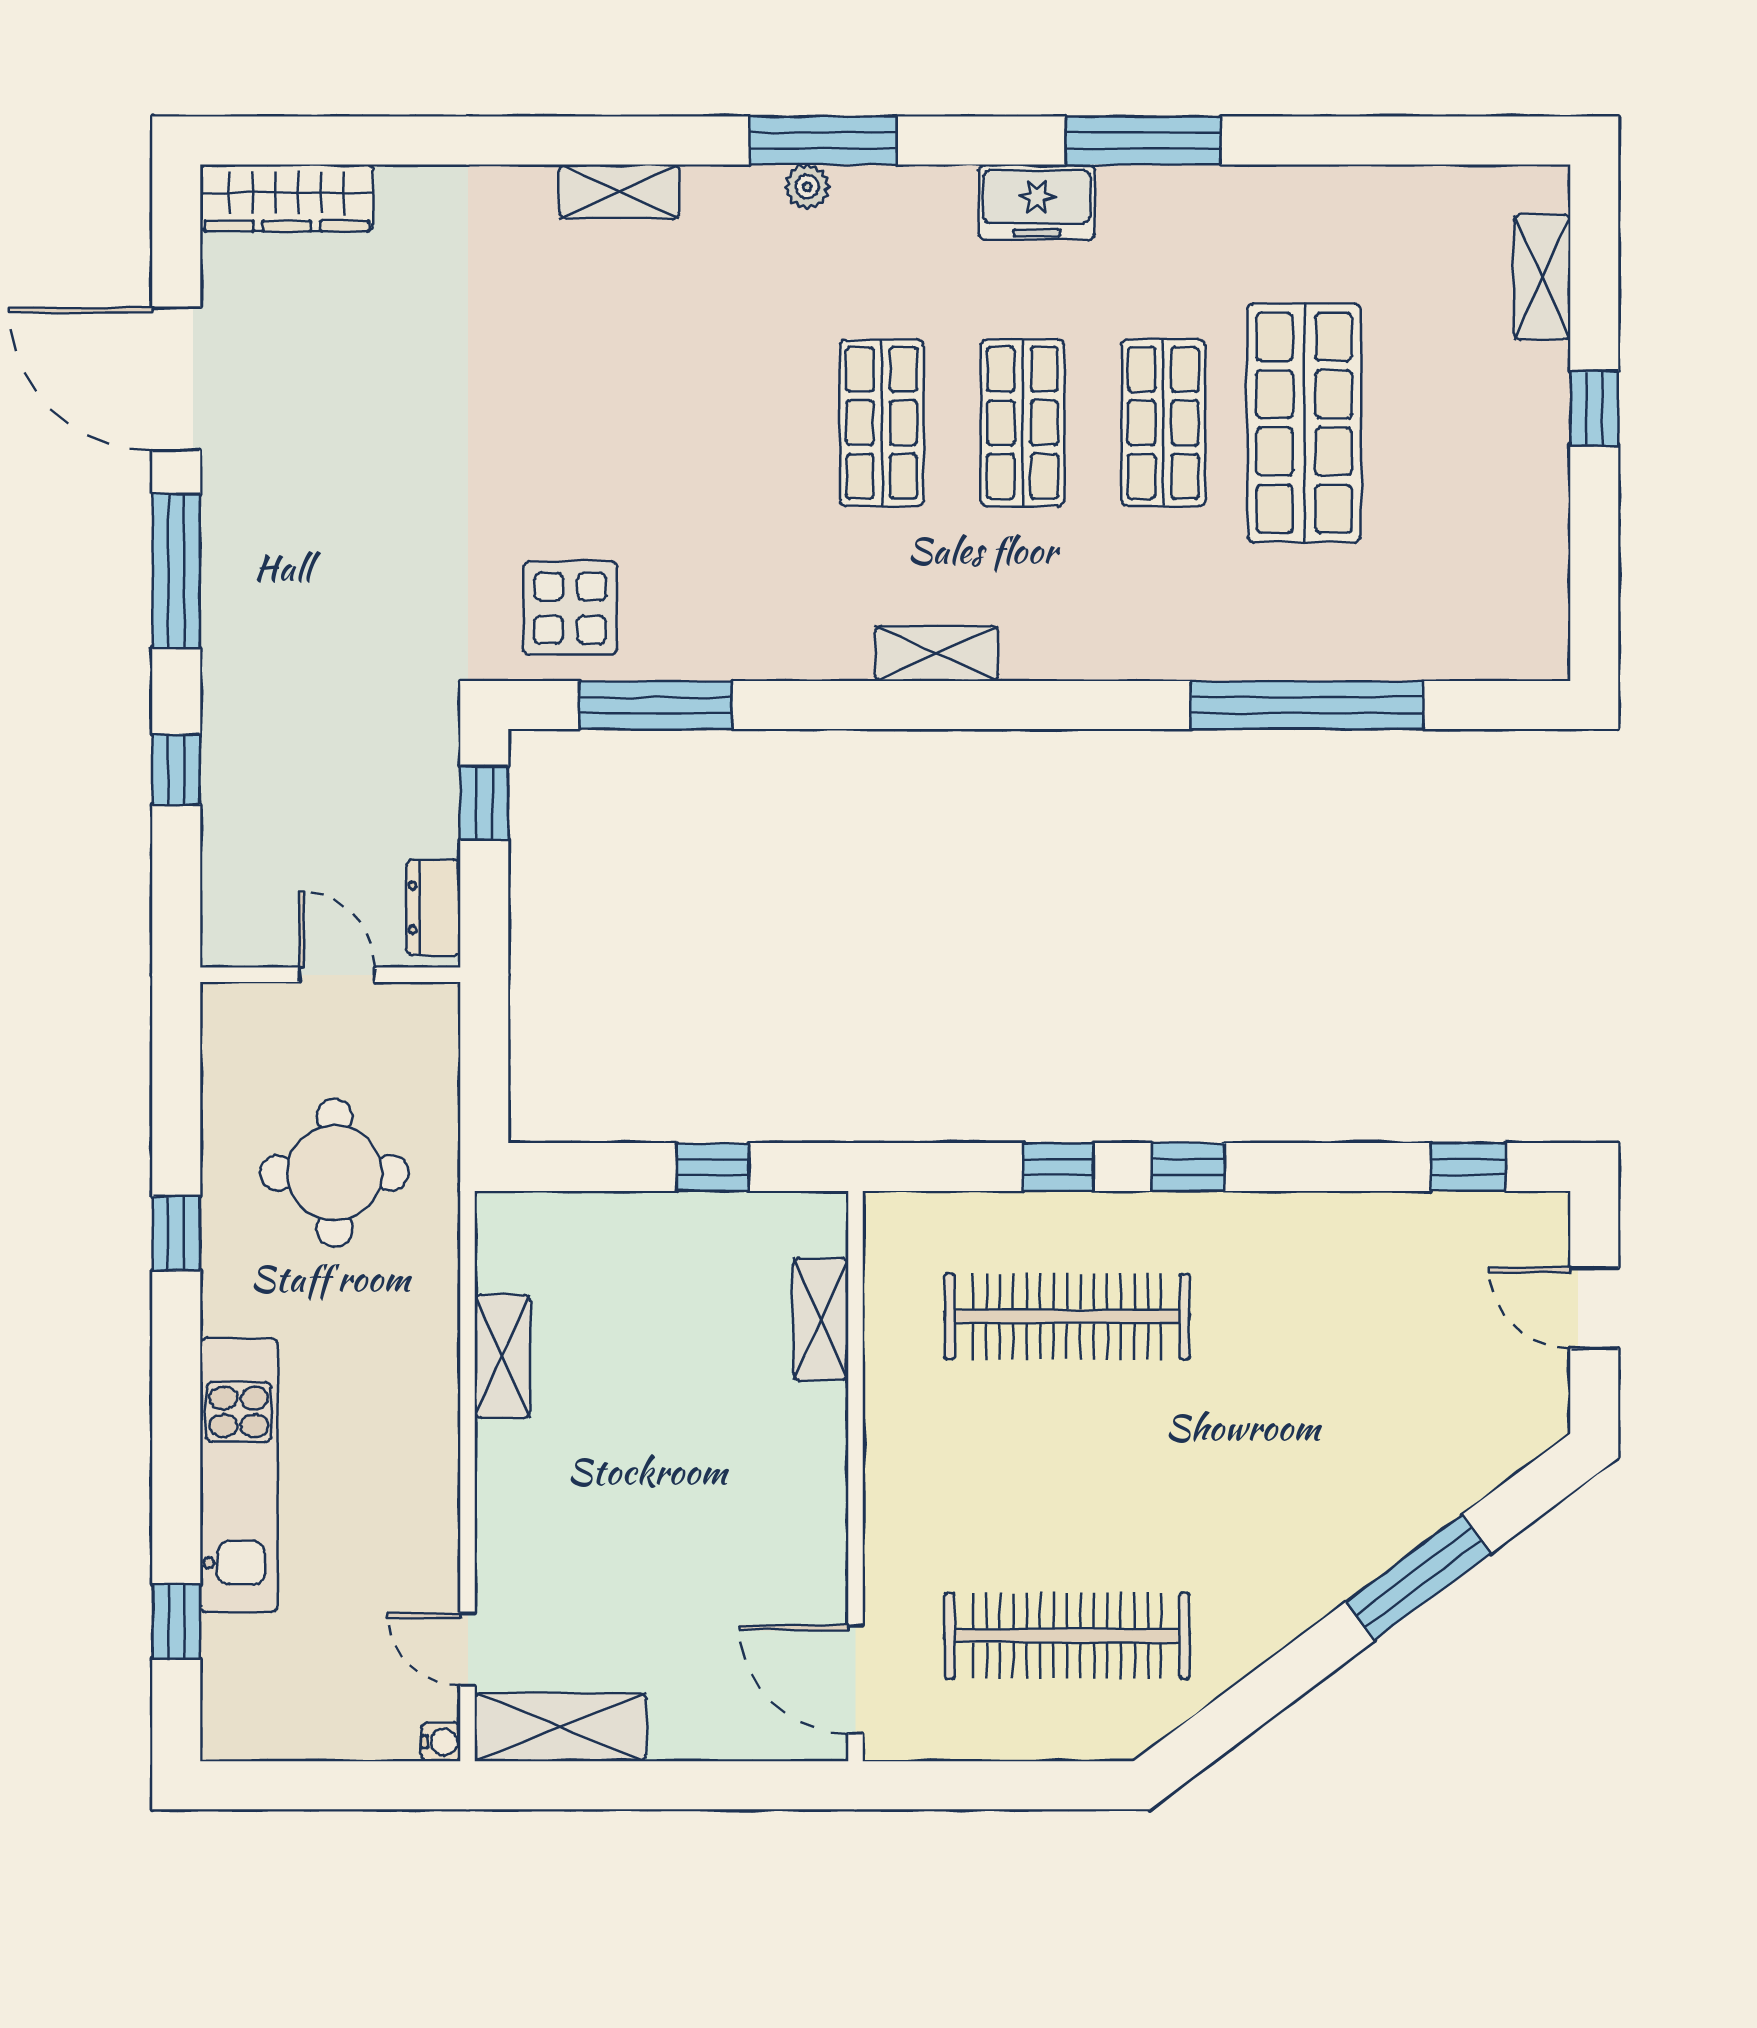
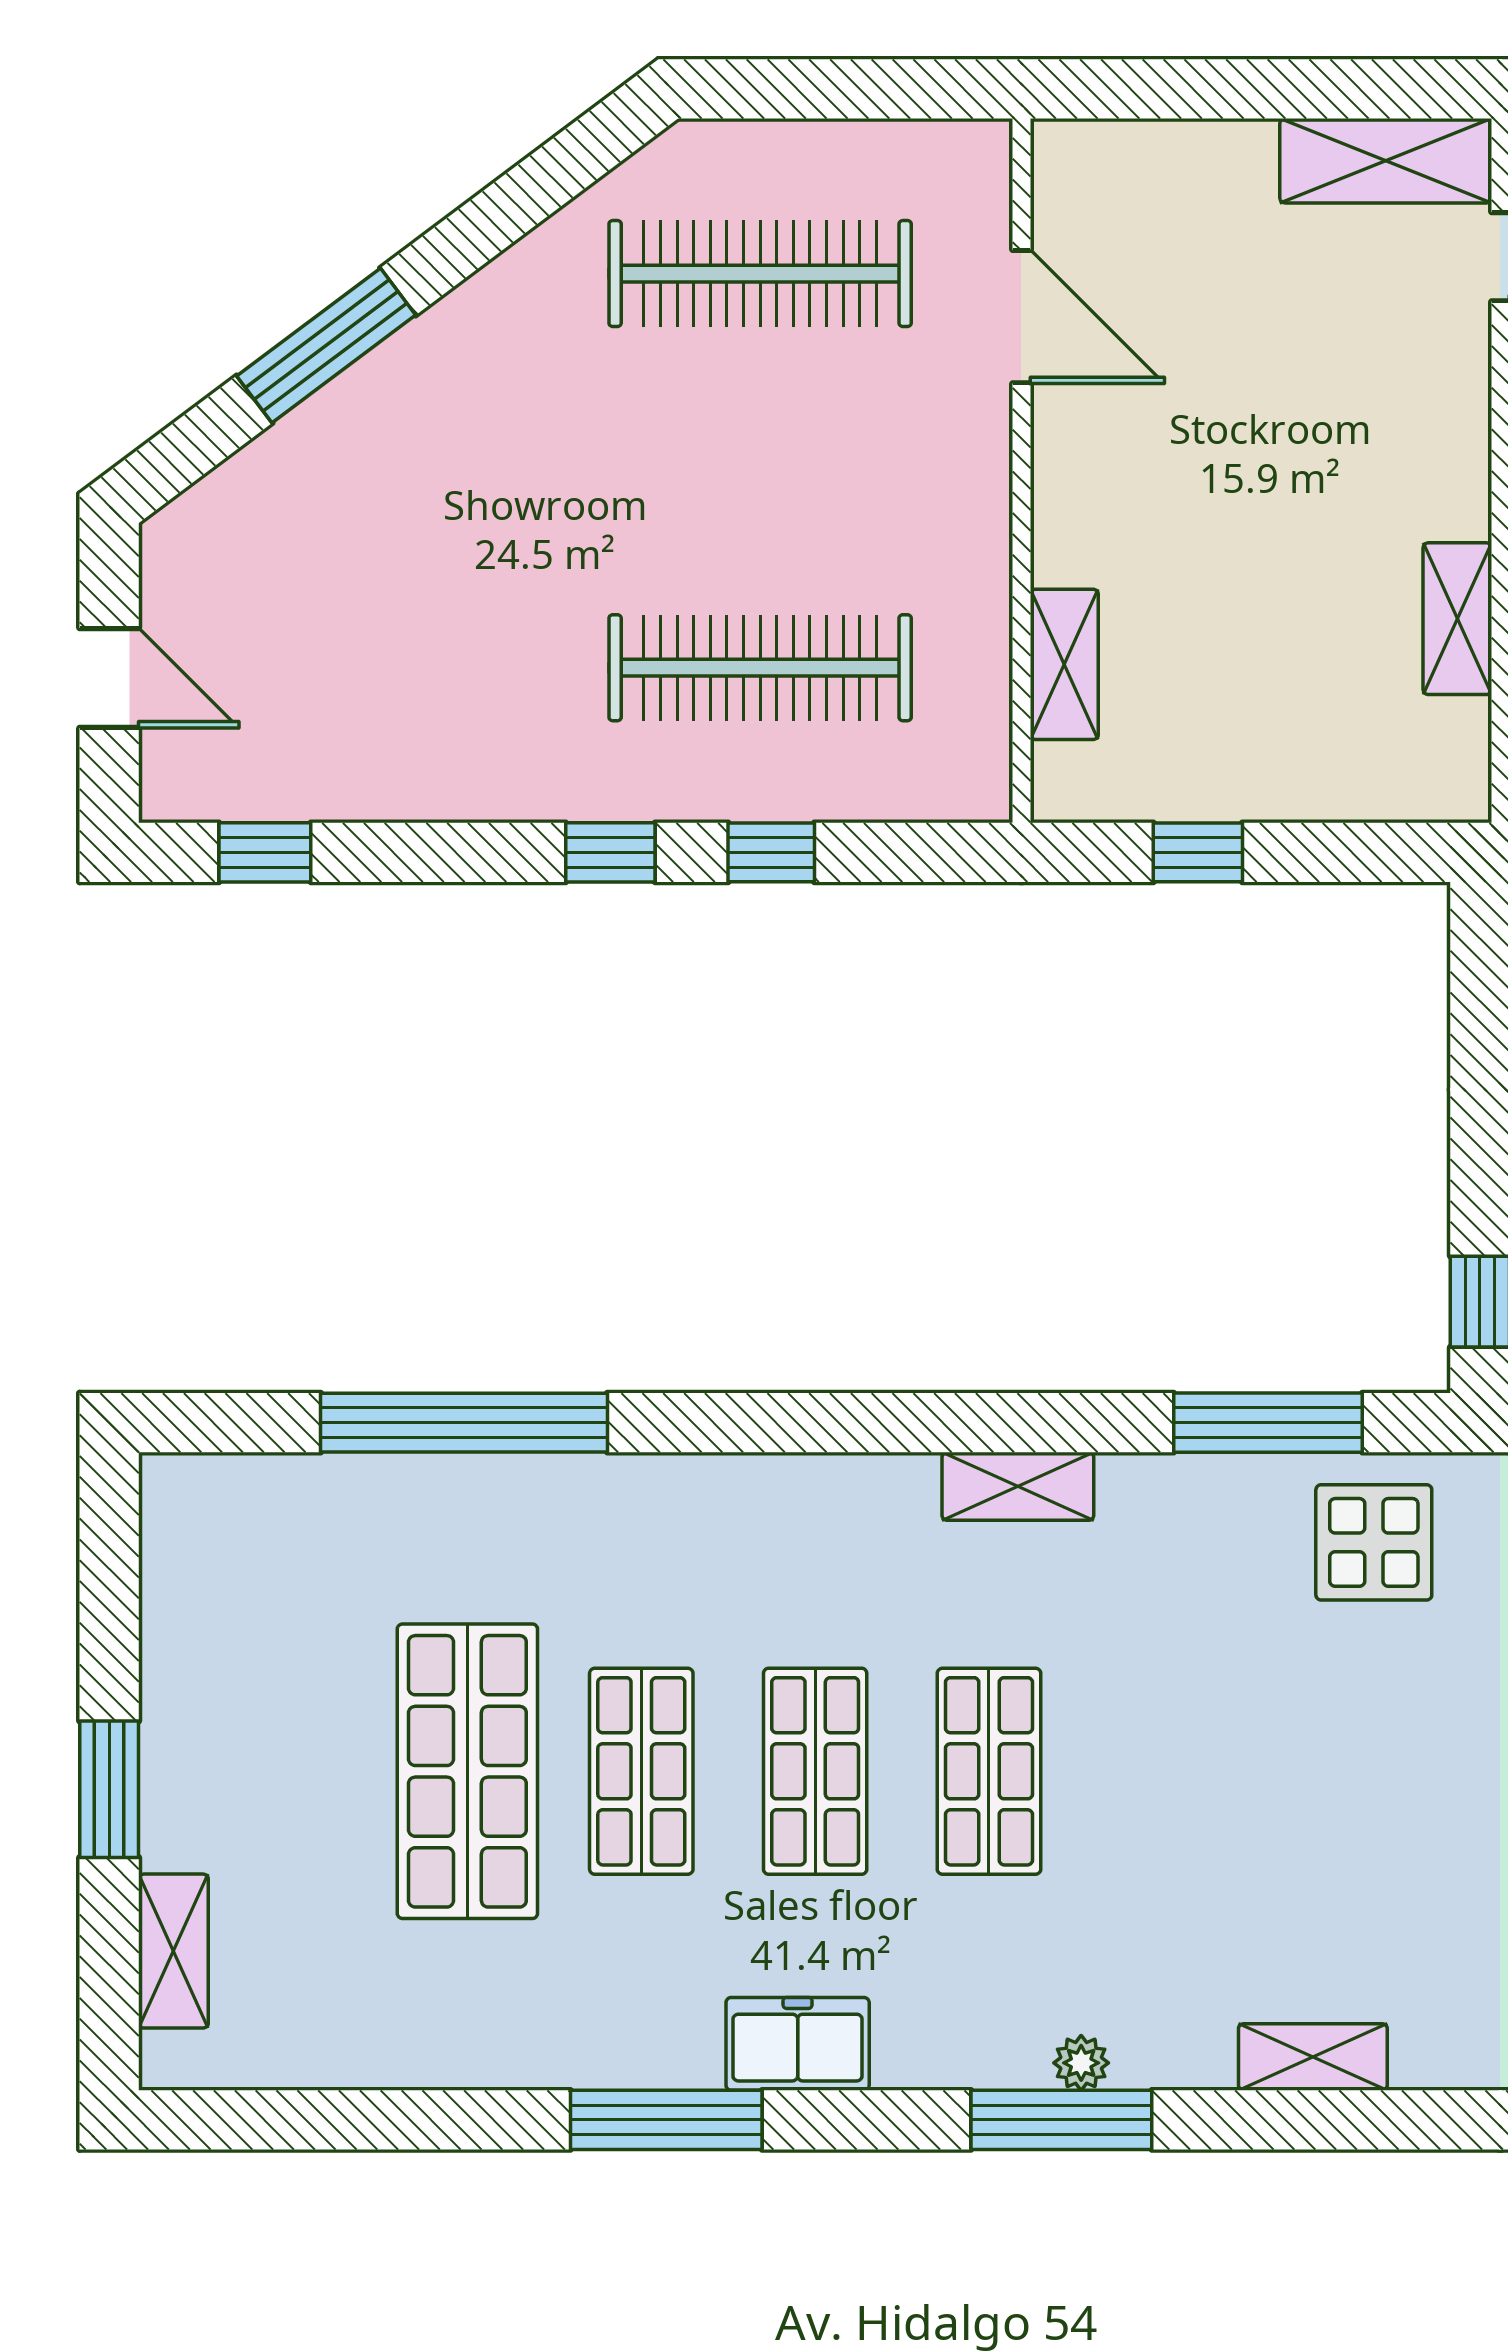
window: (1594, 408) -> (109, 1789), width x1.50
shelving: (937, 654) -> (1018, 1486), moved
door: (855, 1679) -> (1021, 317), moved

